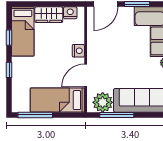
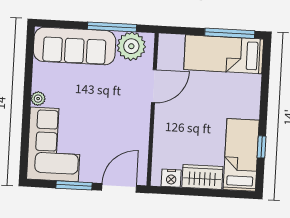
nightstand: (78, 51) -> (162, 123), removed
window: (9, 70) -> (264, 100), removed
bed: (57, 100) -> (224, 54), moved, turned 180

